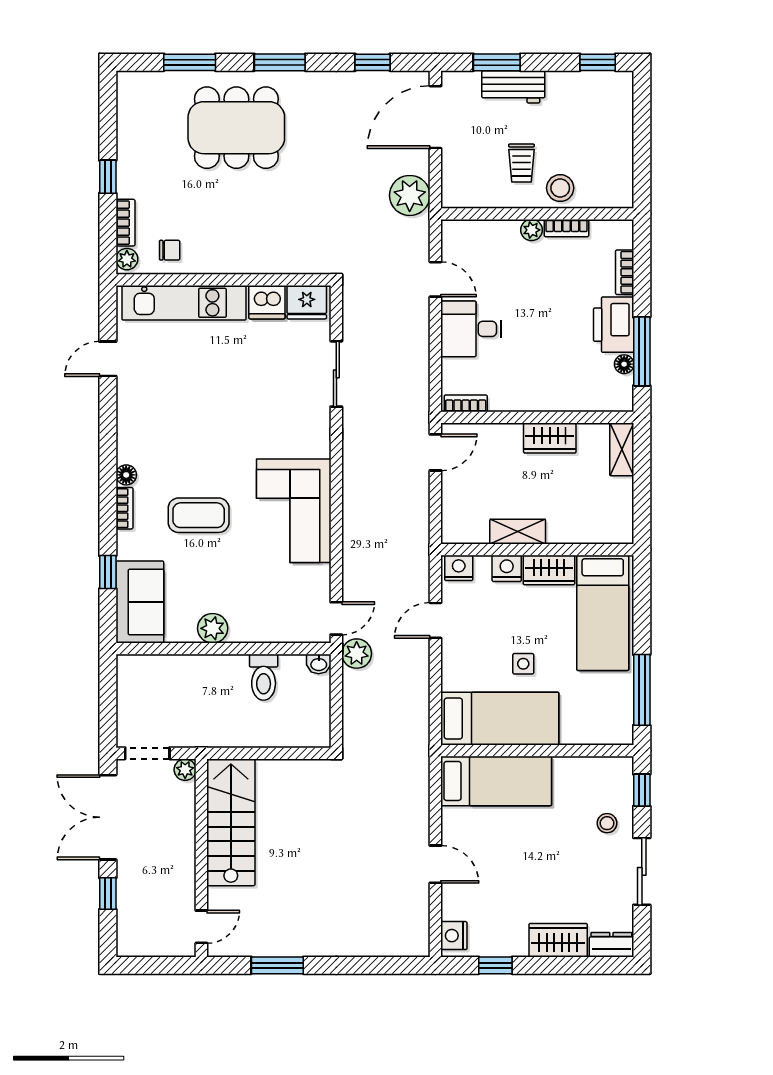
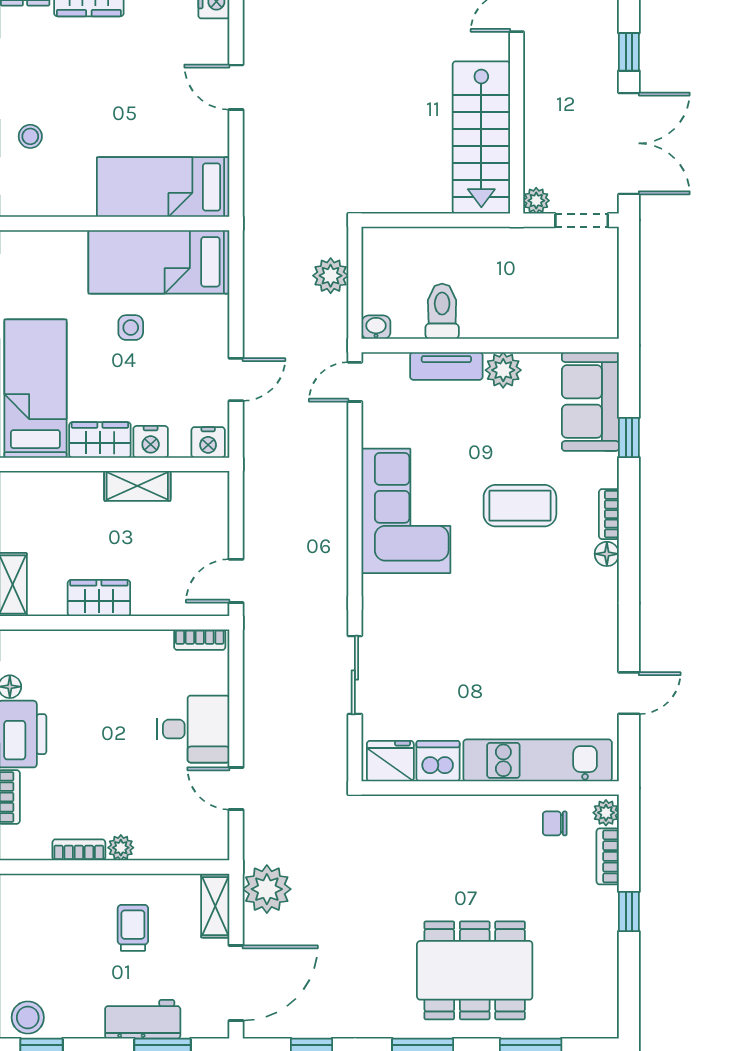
shelving: (453, 181) -> (215, 906), added
stool: (560, 188) -> (28, 1017), moved
tv unit: (260, 632) -> (446, 366), added
plant: (357, 654) -> (331, 276), moved

